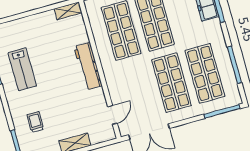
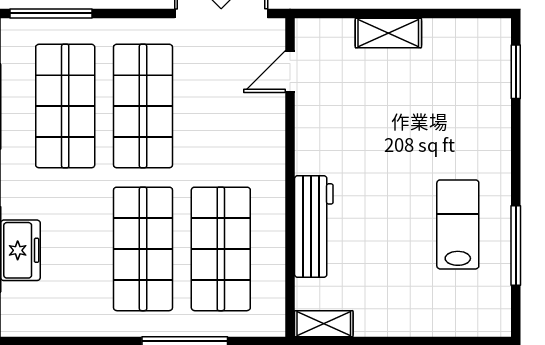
workbench: (88, 66) -> (314, 227), moved
trolley: (35, 122) -> (461, 102), removed

